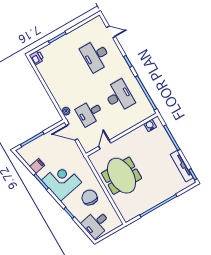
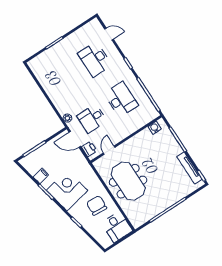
printer: (37, 58) -> (89, 149), moved
desk: (96, 224) -> (117, 227), moved, turned -78

